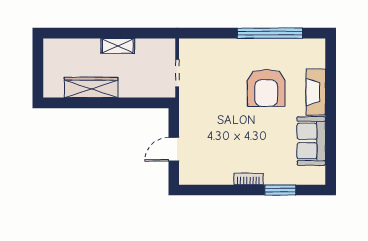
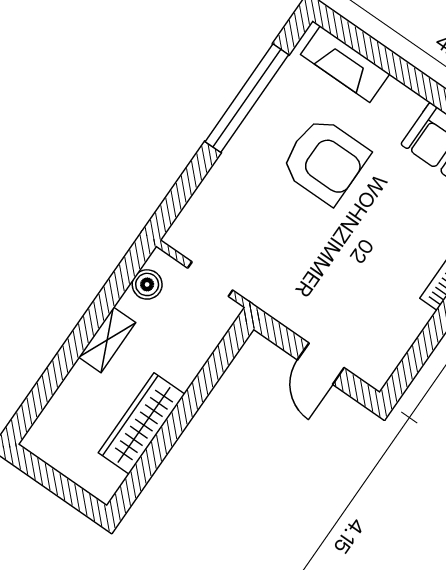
boiler: (155, 47) -> (147, 284), added
fireplace: (316, 92) -> (345, 64), moved

